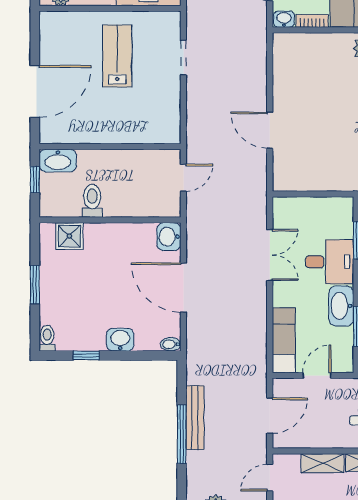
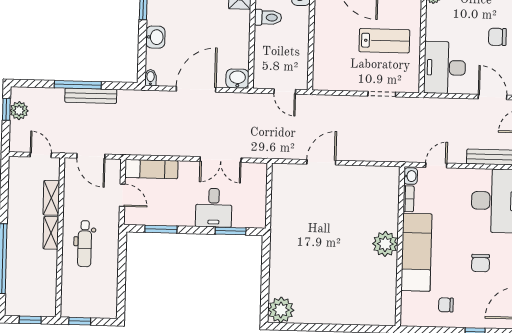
washbasin: (341, 306) -> (178, 216), removed

